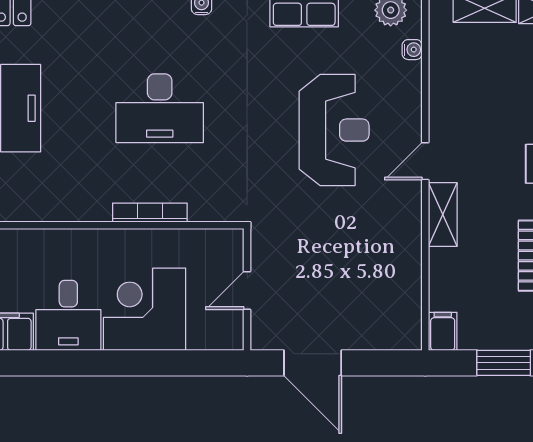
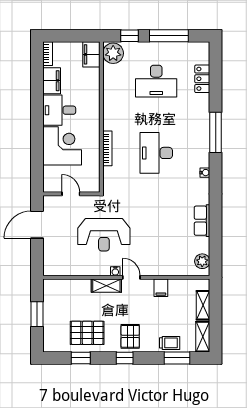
water cooler: (412, 50) -> (115, 271), moved
reception desk: (334, 130) -> (104, 235), moved
filing cabinet: (443, 331) -> (161, 288), moved, turned 90

